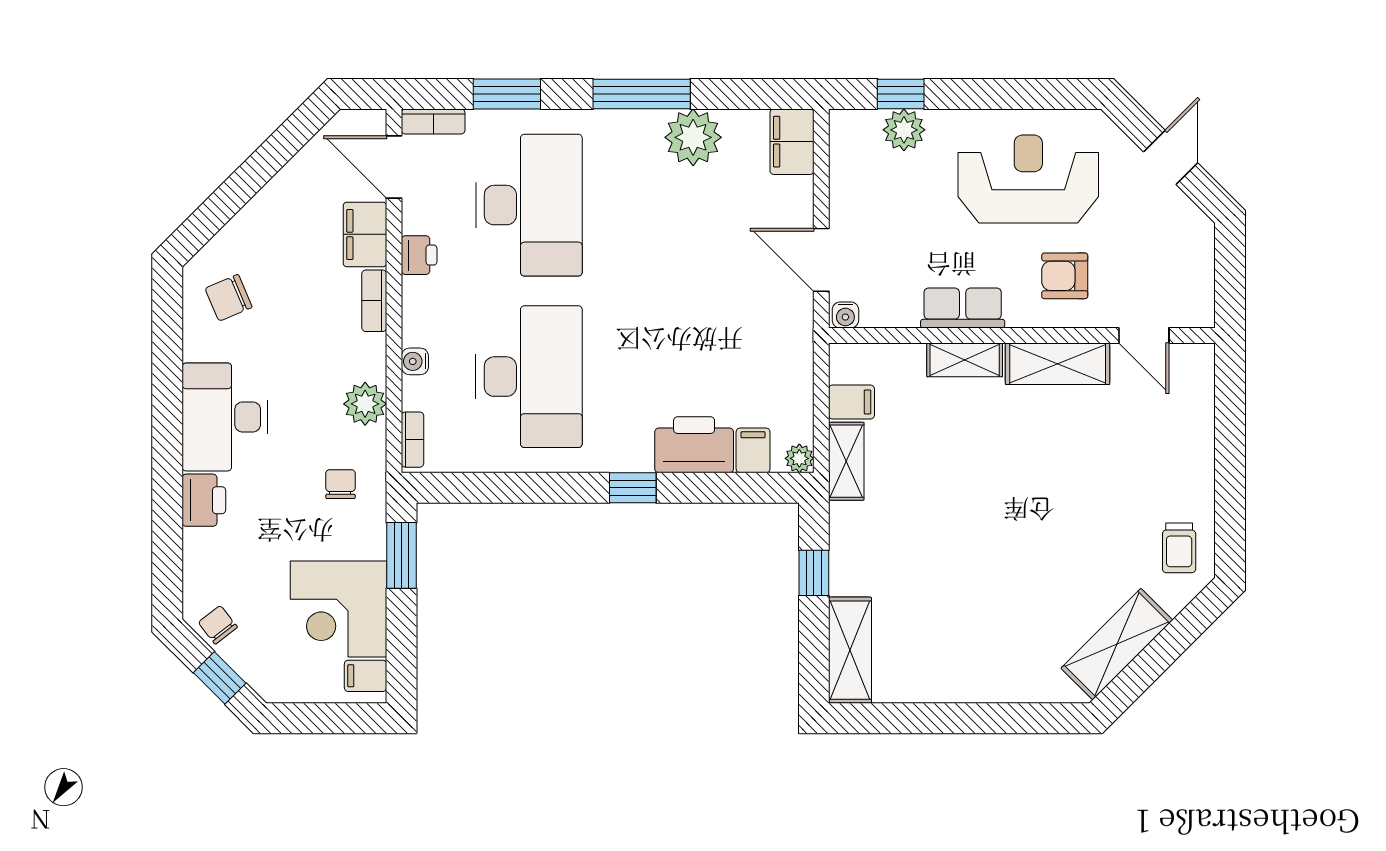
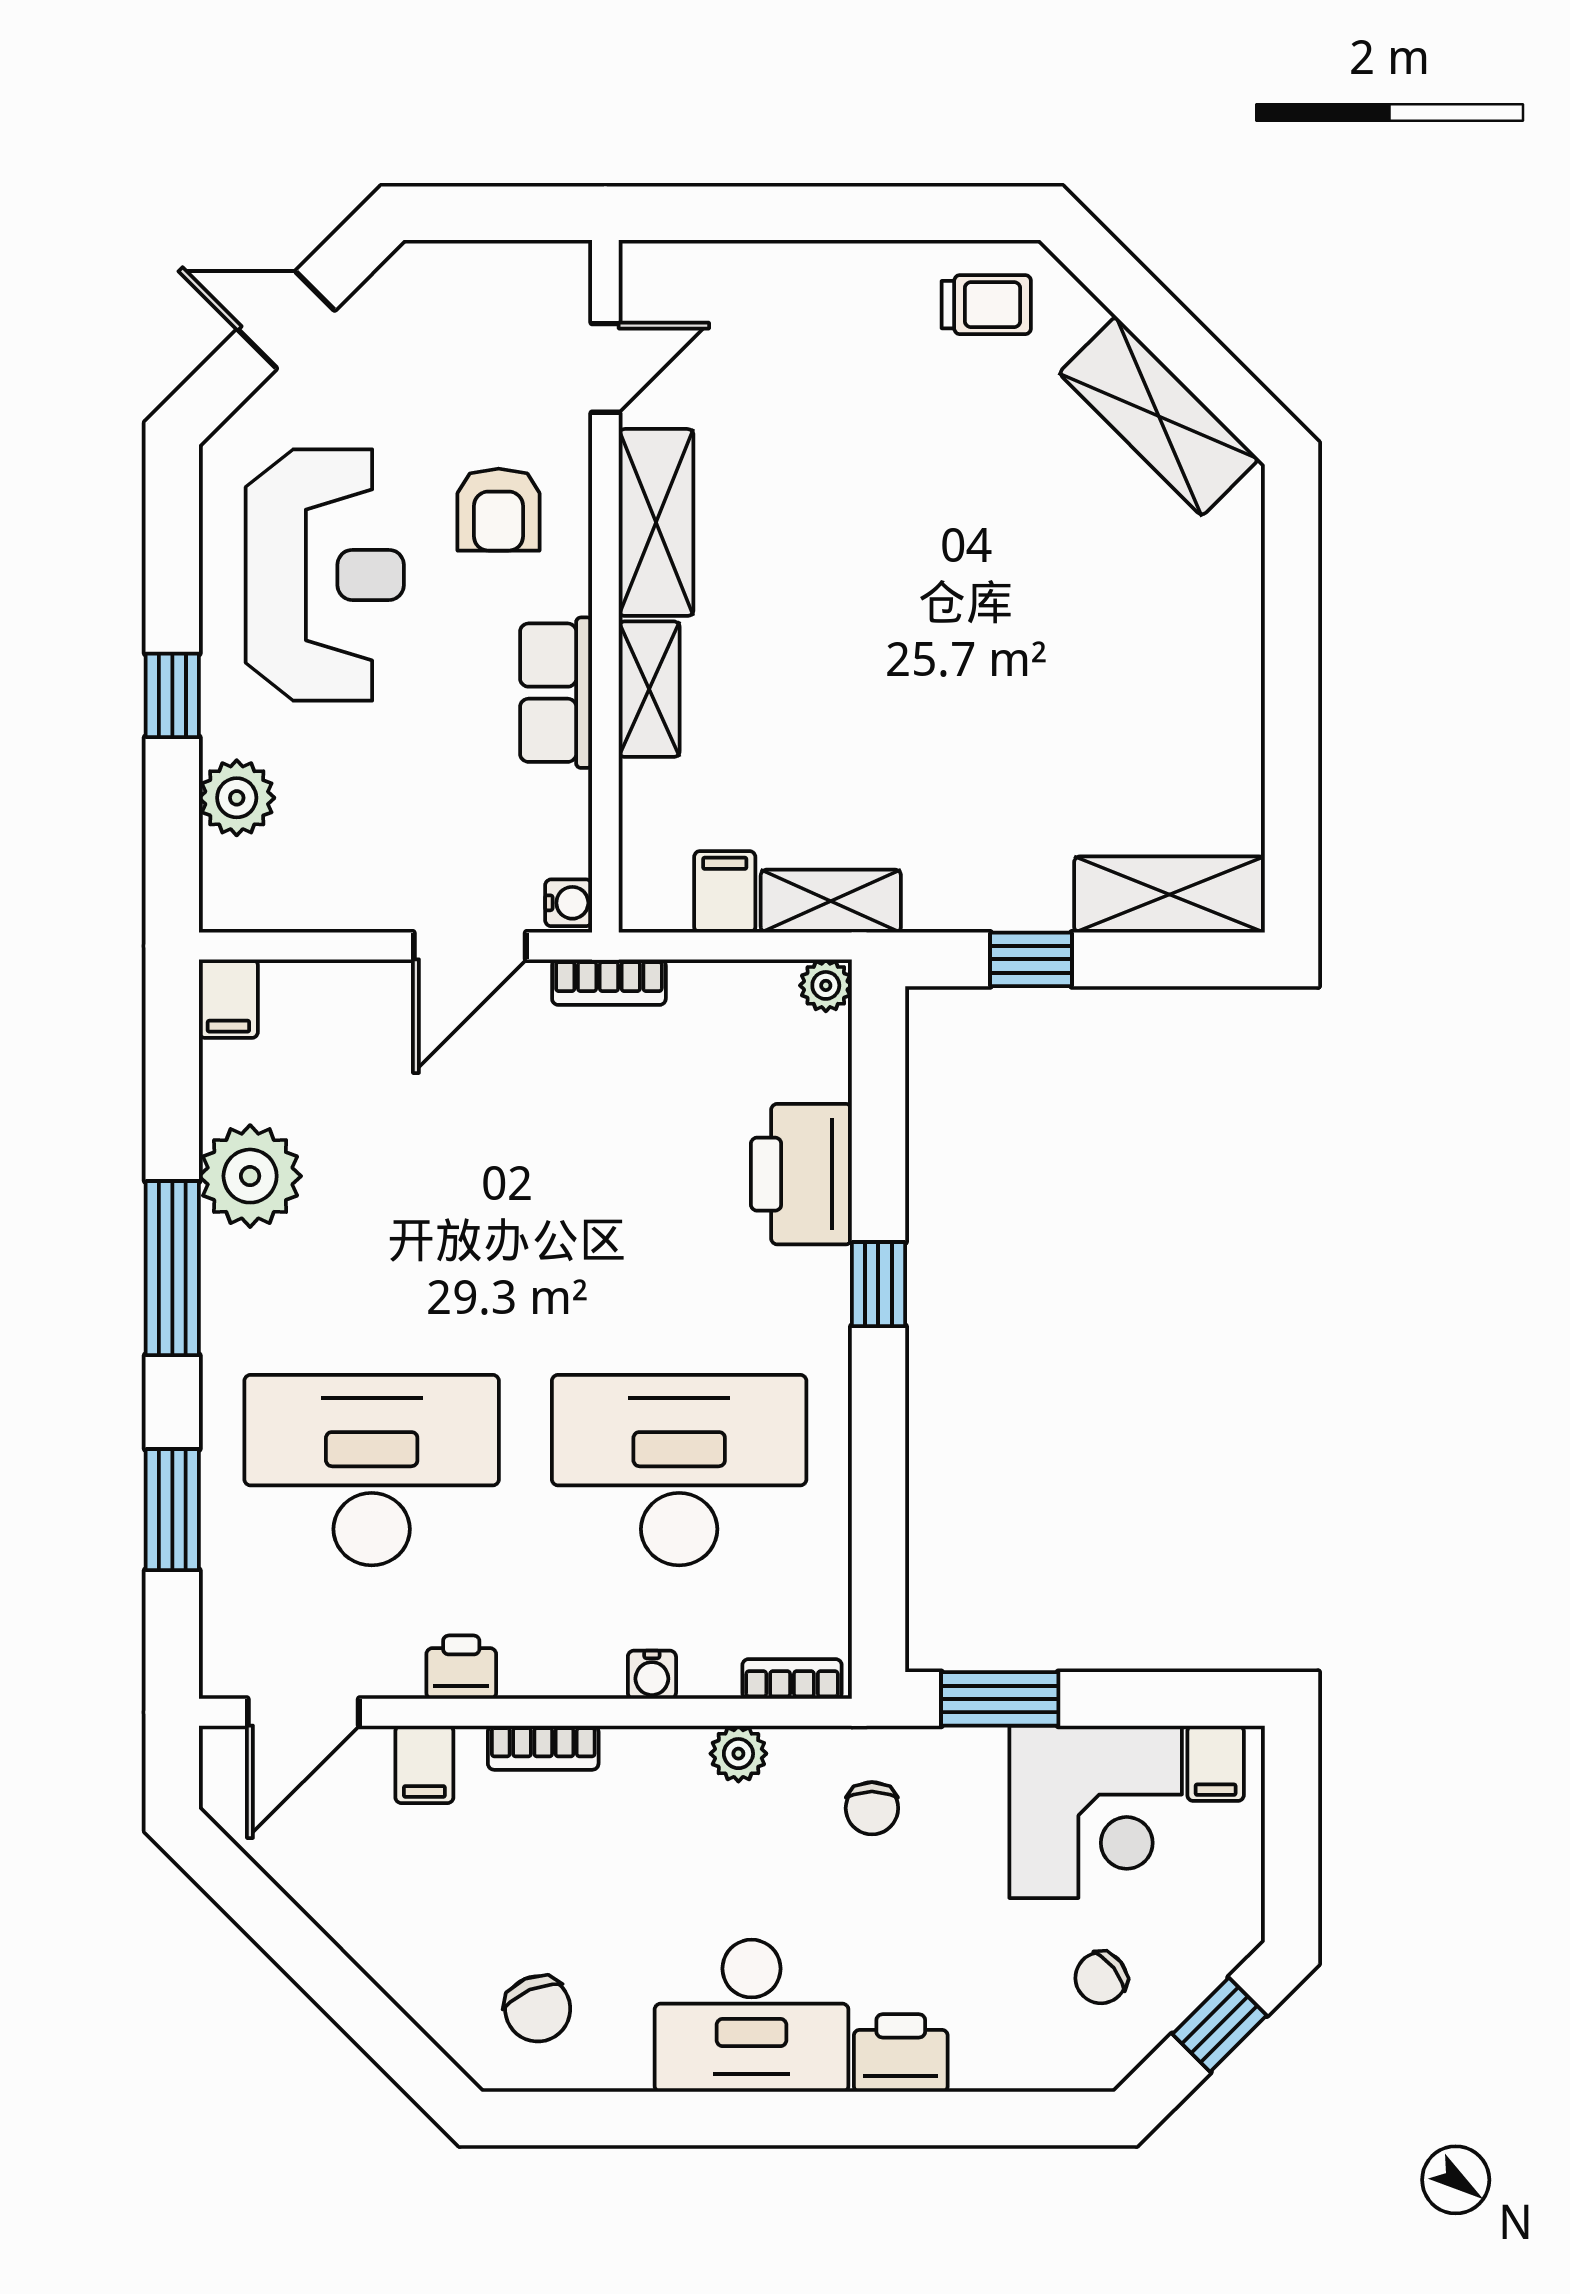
window: (901, 94) -> (172, 695), moved
bookcase: (433, 121) -> (609, 982), moved, turned 90
filing cabinet: (792, 142) -> (228, 999), width x0.50
reception desk: (1028, 179) -> (325, 575), turned 180
filing cabinet: (365, 234) -> (424, 1764), width x0.50
plant: (365, 404) -> (738, 1754), width x0.73, depth x0.73
filing cabinet: (753, 450) -> (812, 1068), removed
chair: (340, 484) -> (872, 1808), turned -90
chair: (218, 625) -> (1101, 1978), moved

